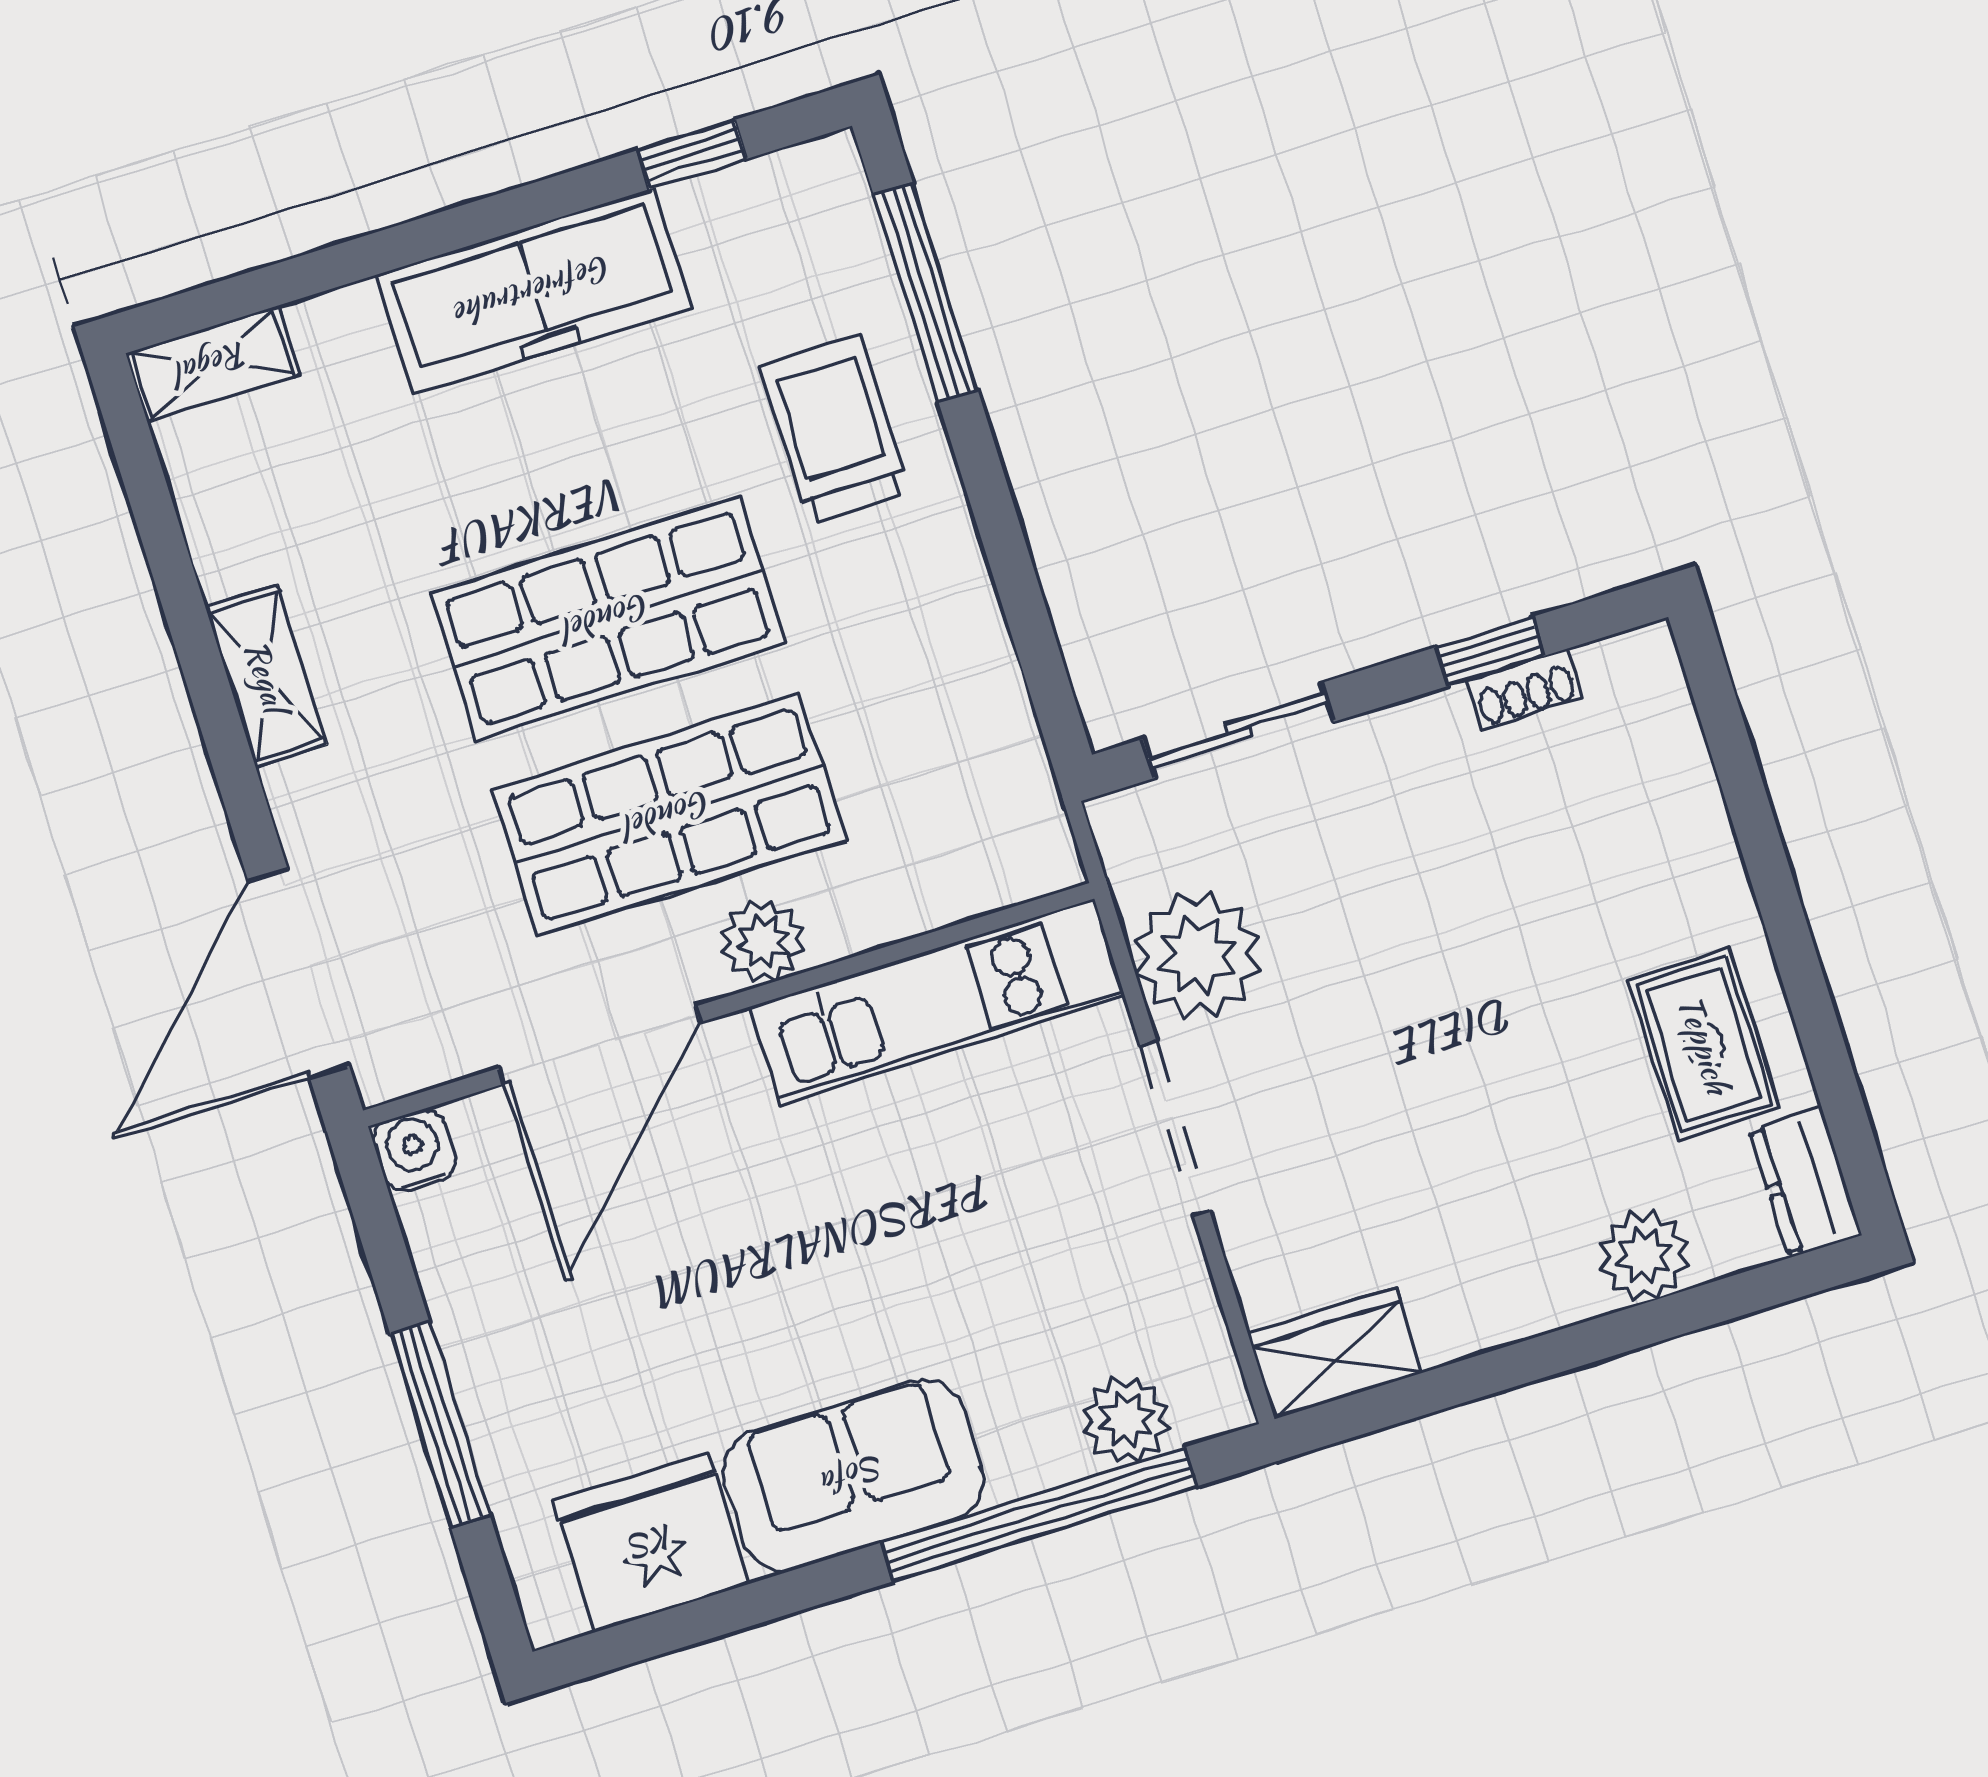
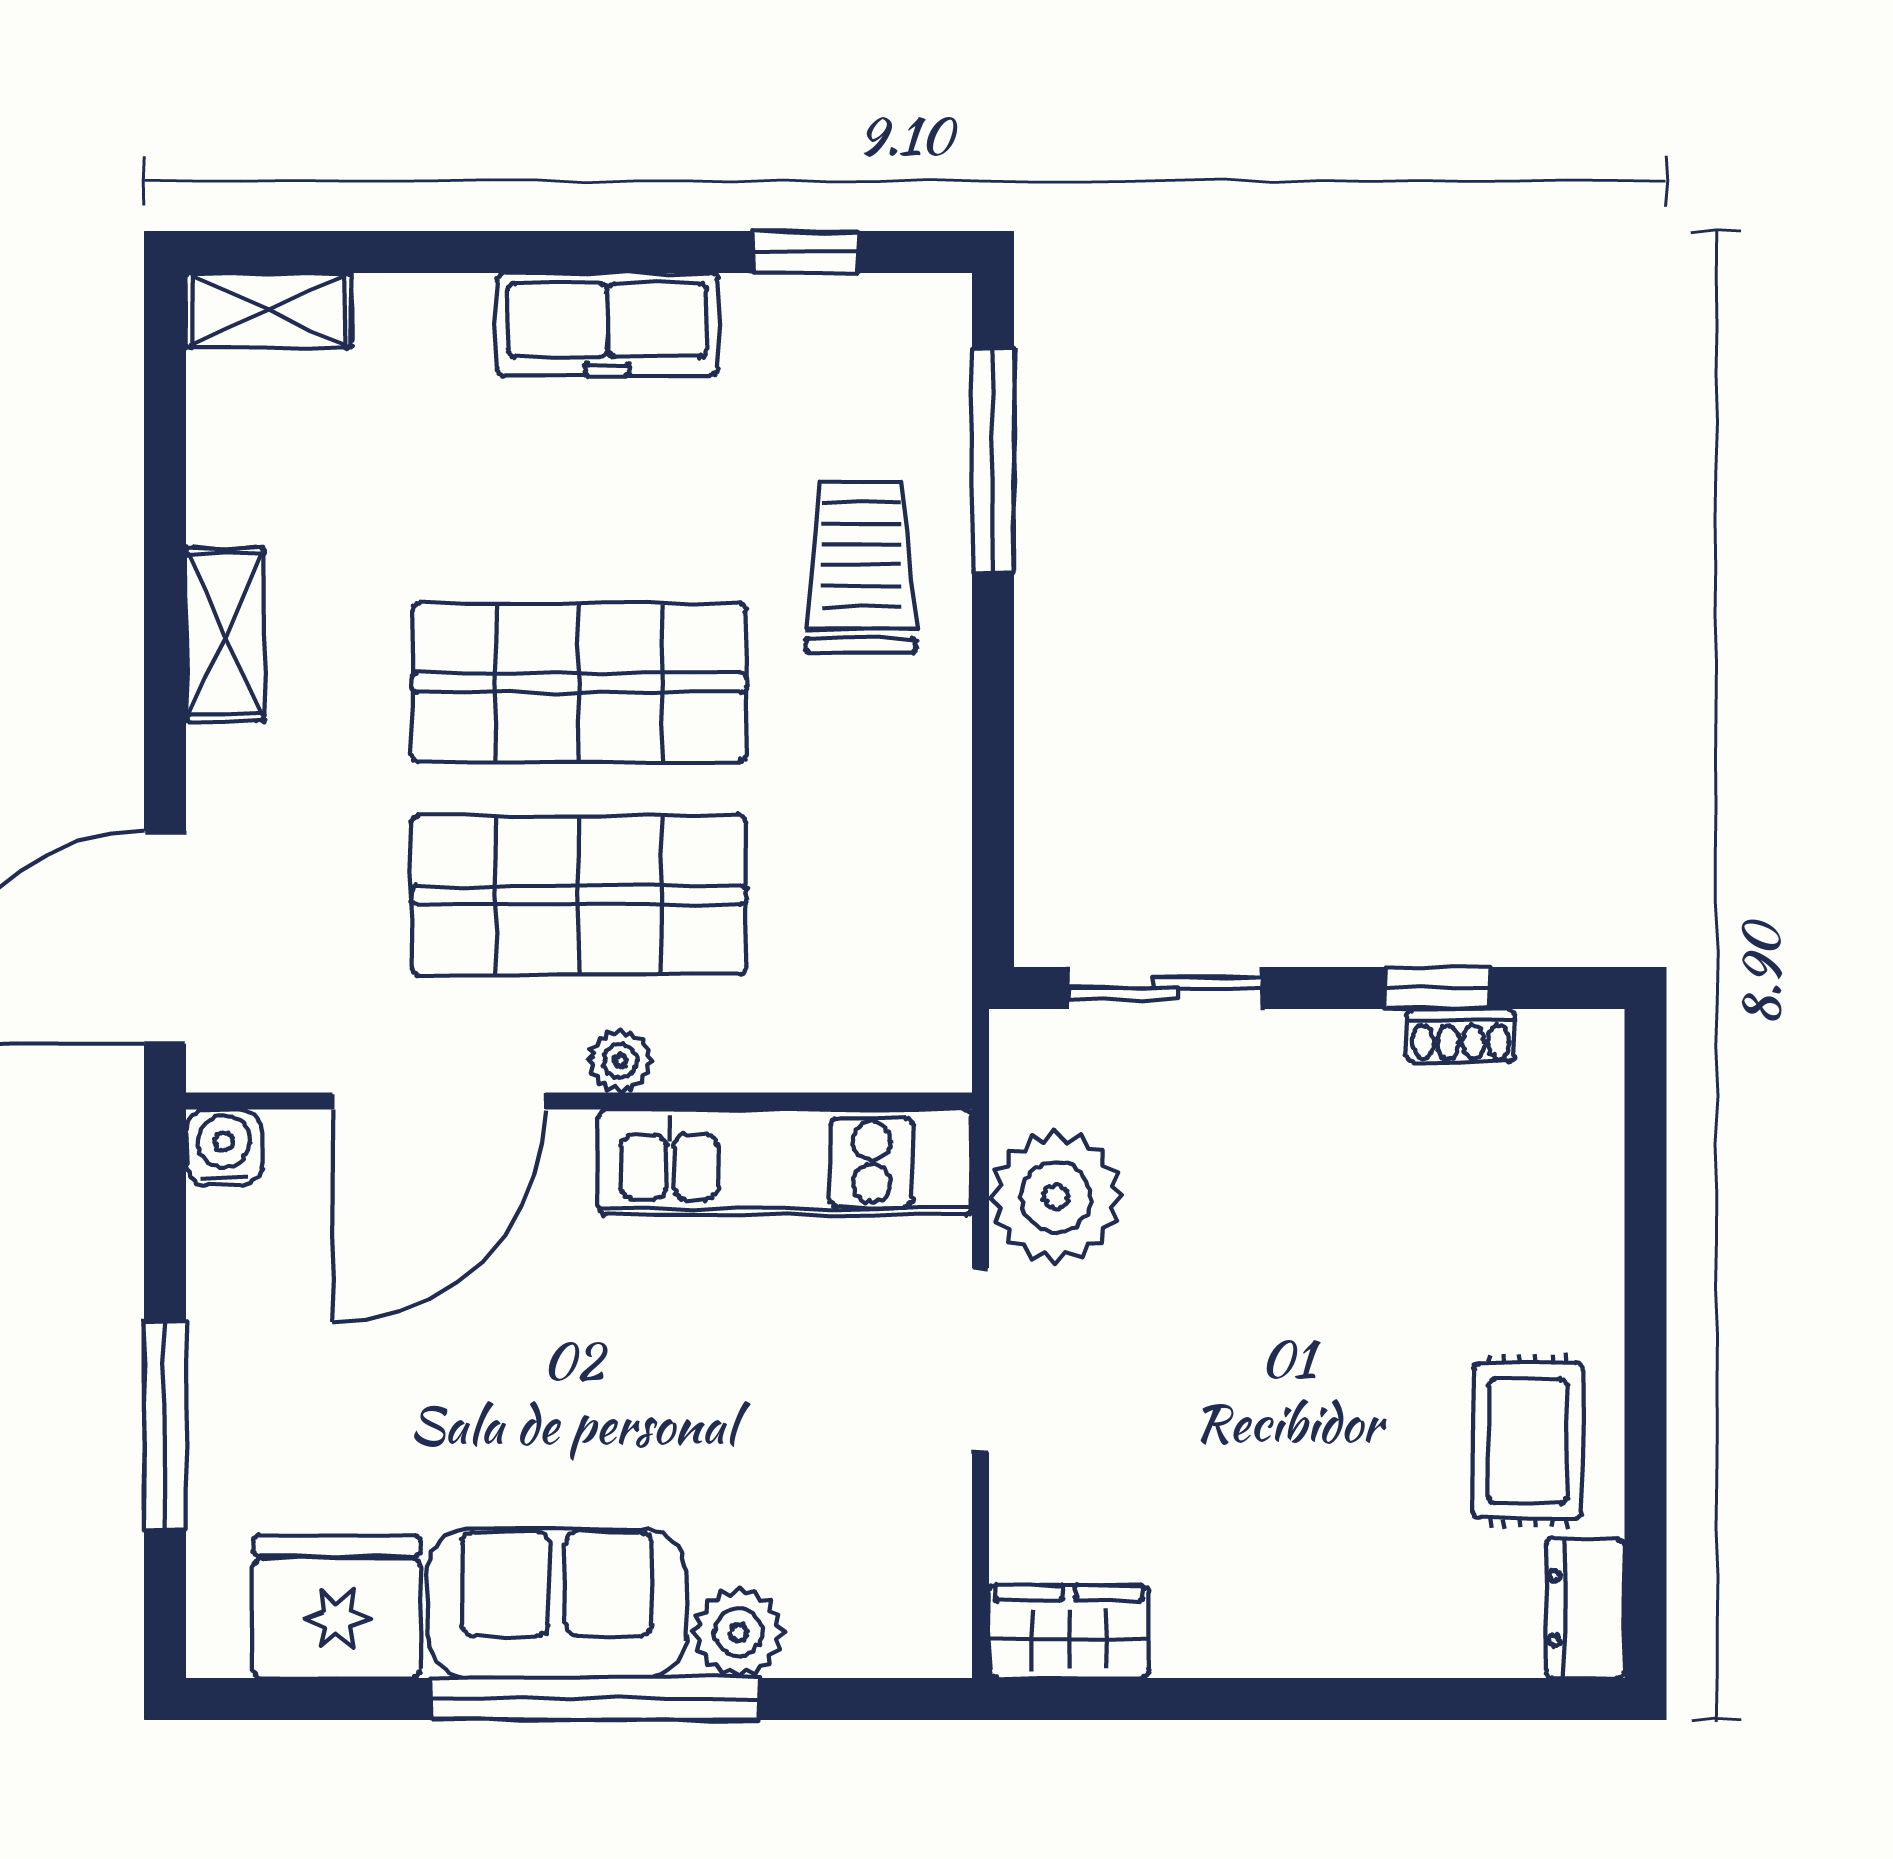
freezer: (534, 291) -> (607, 324), width x0.73, depth x0.79
plant: (763, 941) -> (620, 1061), width x0.73, depth x0.73
plant: (1644, 1256) -> (1403, 1631), removed
plant: (1126, 1420) -> (738, 1632), moved
window: (1039, 1514) -> (594, 1699), moved

